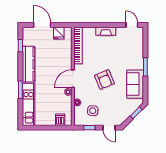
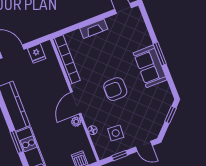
armchair: (104, 80) -> (115, 89), turned 113
sofa: (135, 84) -> (150, 66), moved

